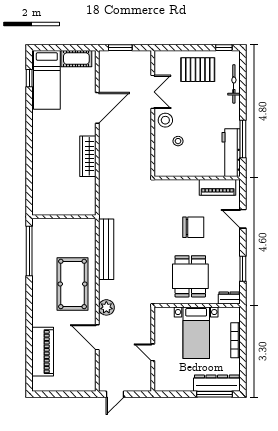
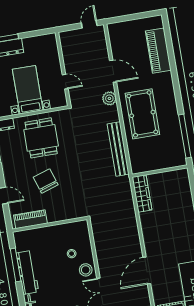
workbench: (231, 153) -> (27, 272), moved
wardrobe: (88, 156) -> (142, 194), moved
chair: (193, 227) -> (46, 181), turned 72
door: (153, 352) -> (65, 82), moved

